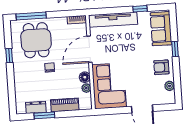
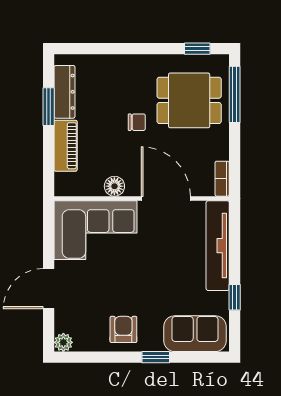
window: (9, 56) -> (197, 49), moved
plant: (170, 86) -> (63, 342), moved
plant: (86, 88) -> (94, 188), removed
dresser: (36, 107) -> (65, 92), width x1.44

